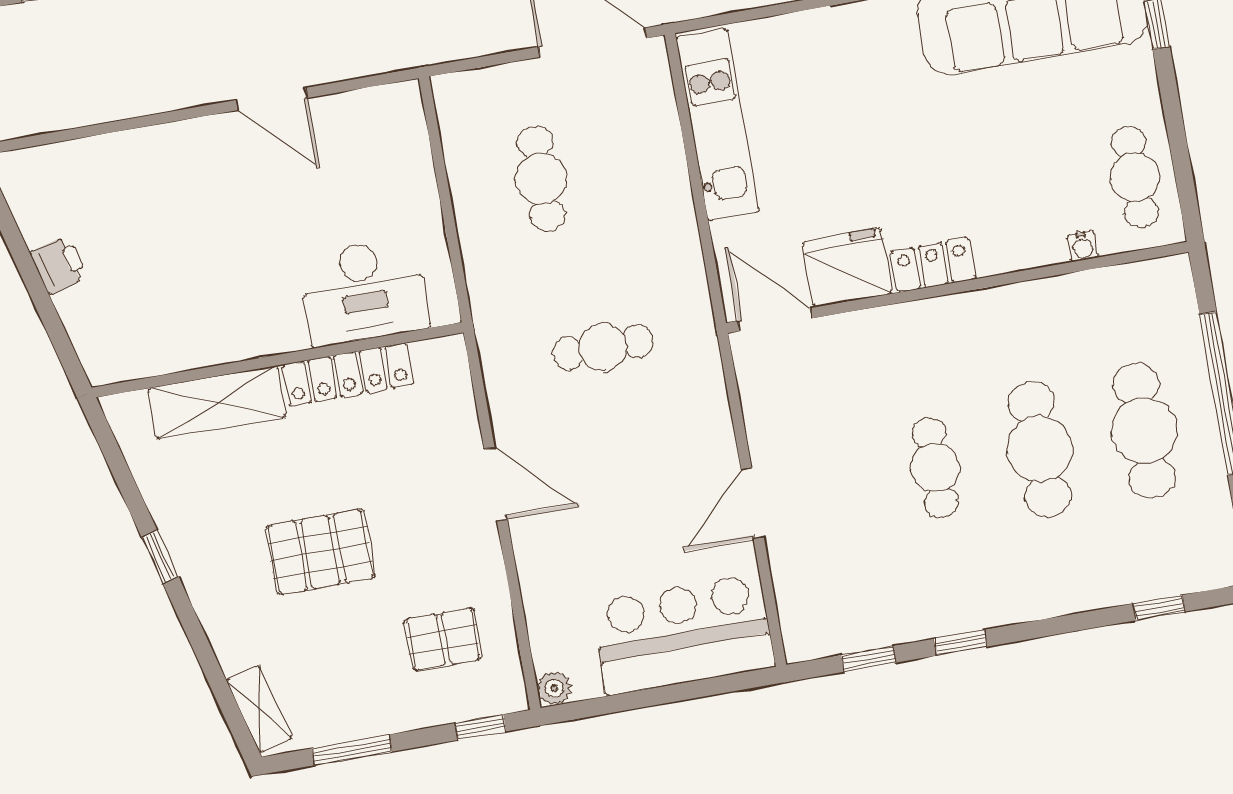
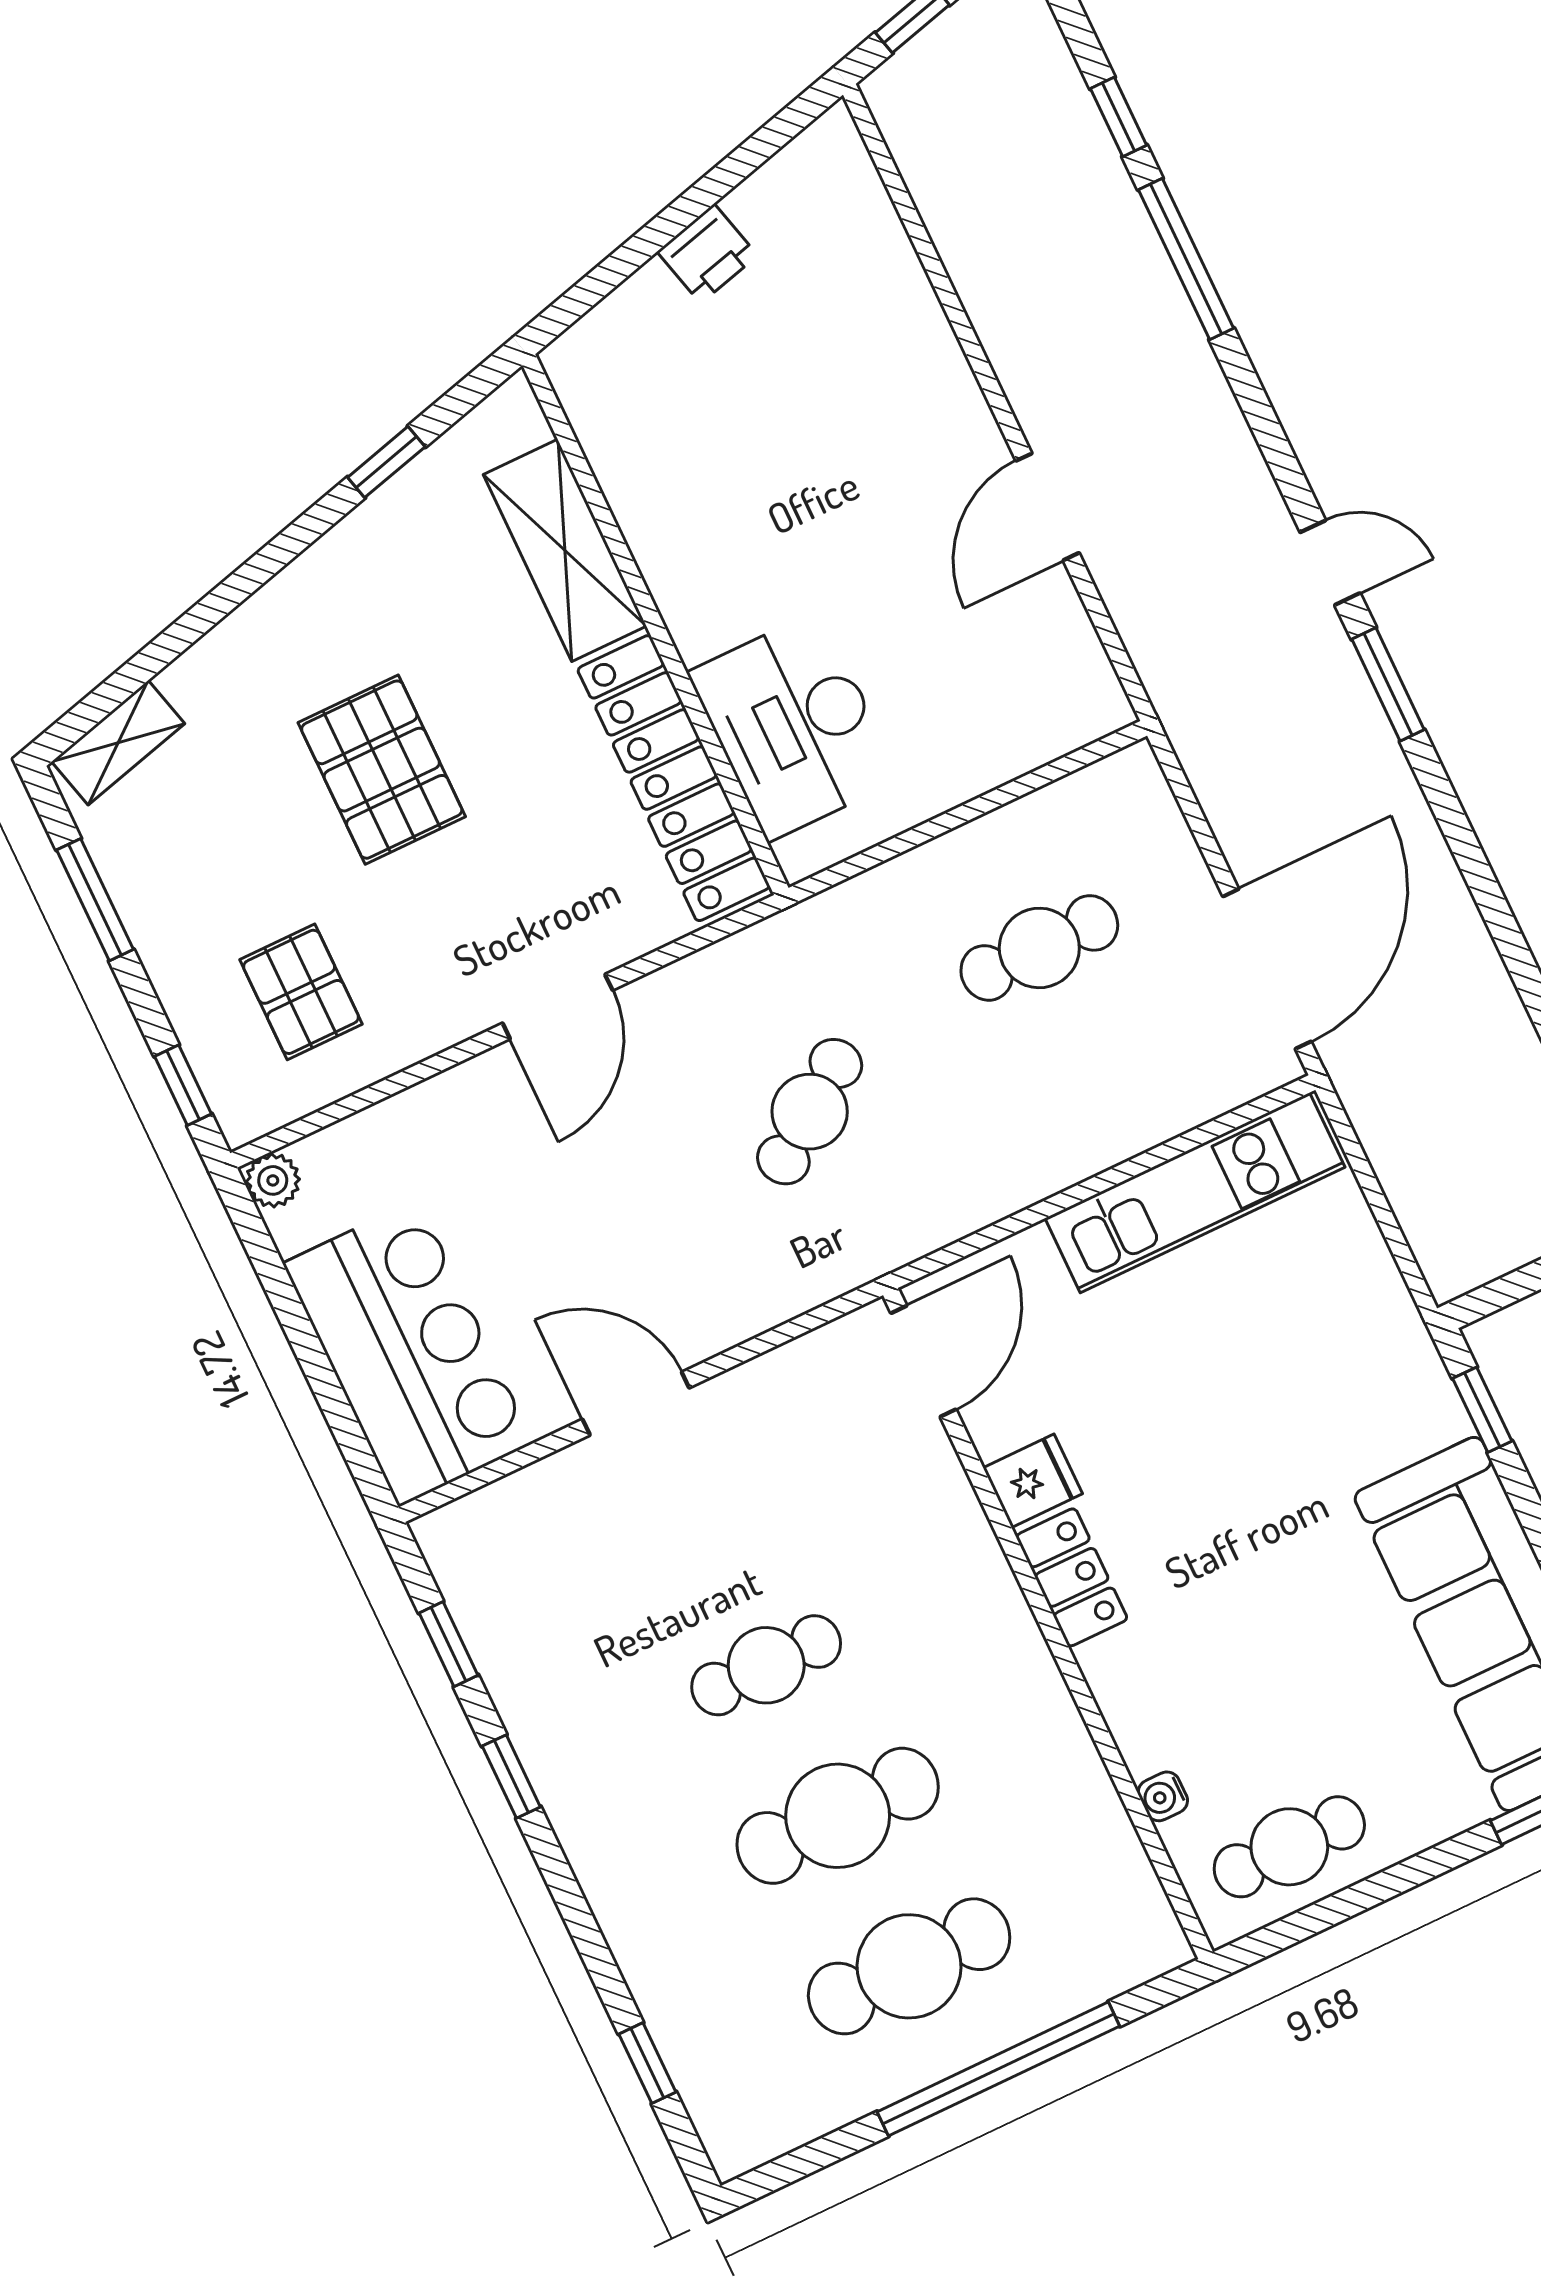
fridge: (847, 268) -> (1033, 1481), width x0.53, depth x0.75
cafe table: (603, 347) -> (810, 1112), turned 54
locker: (348, 375) -> (674, 778), width x1.41, depth x1.21
window: (160, 557) -> (386, 462), moved

